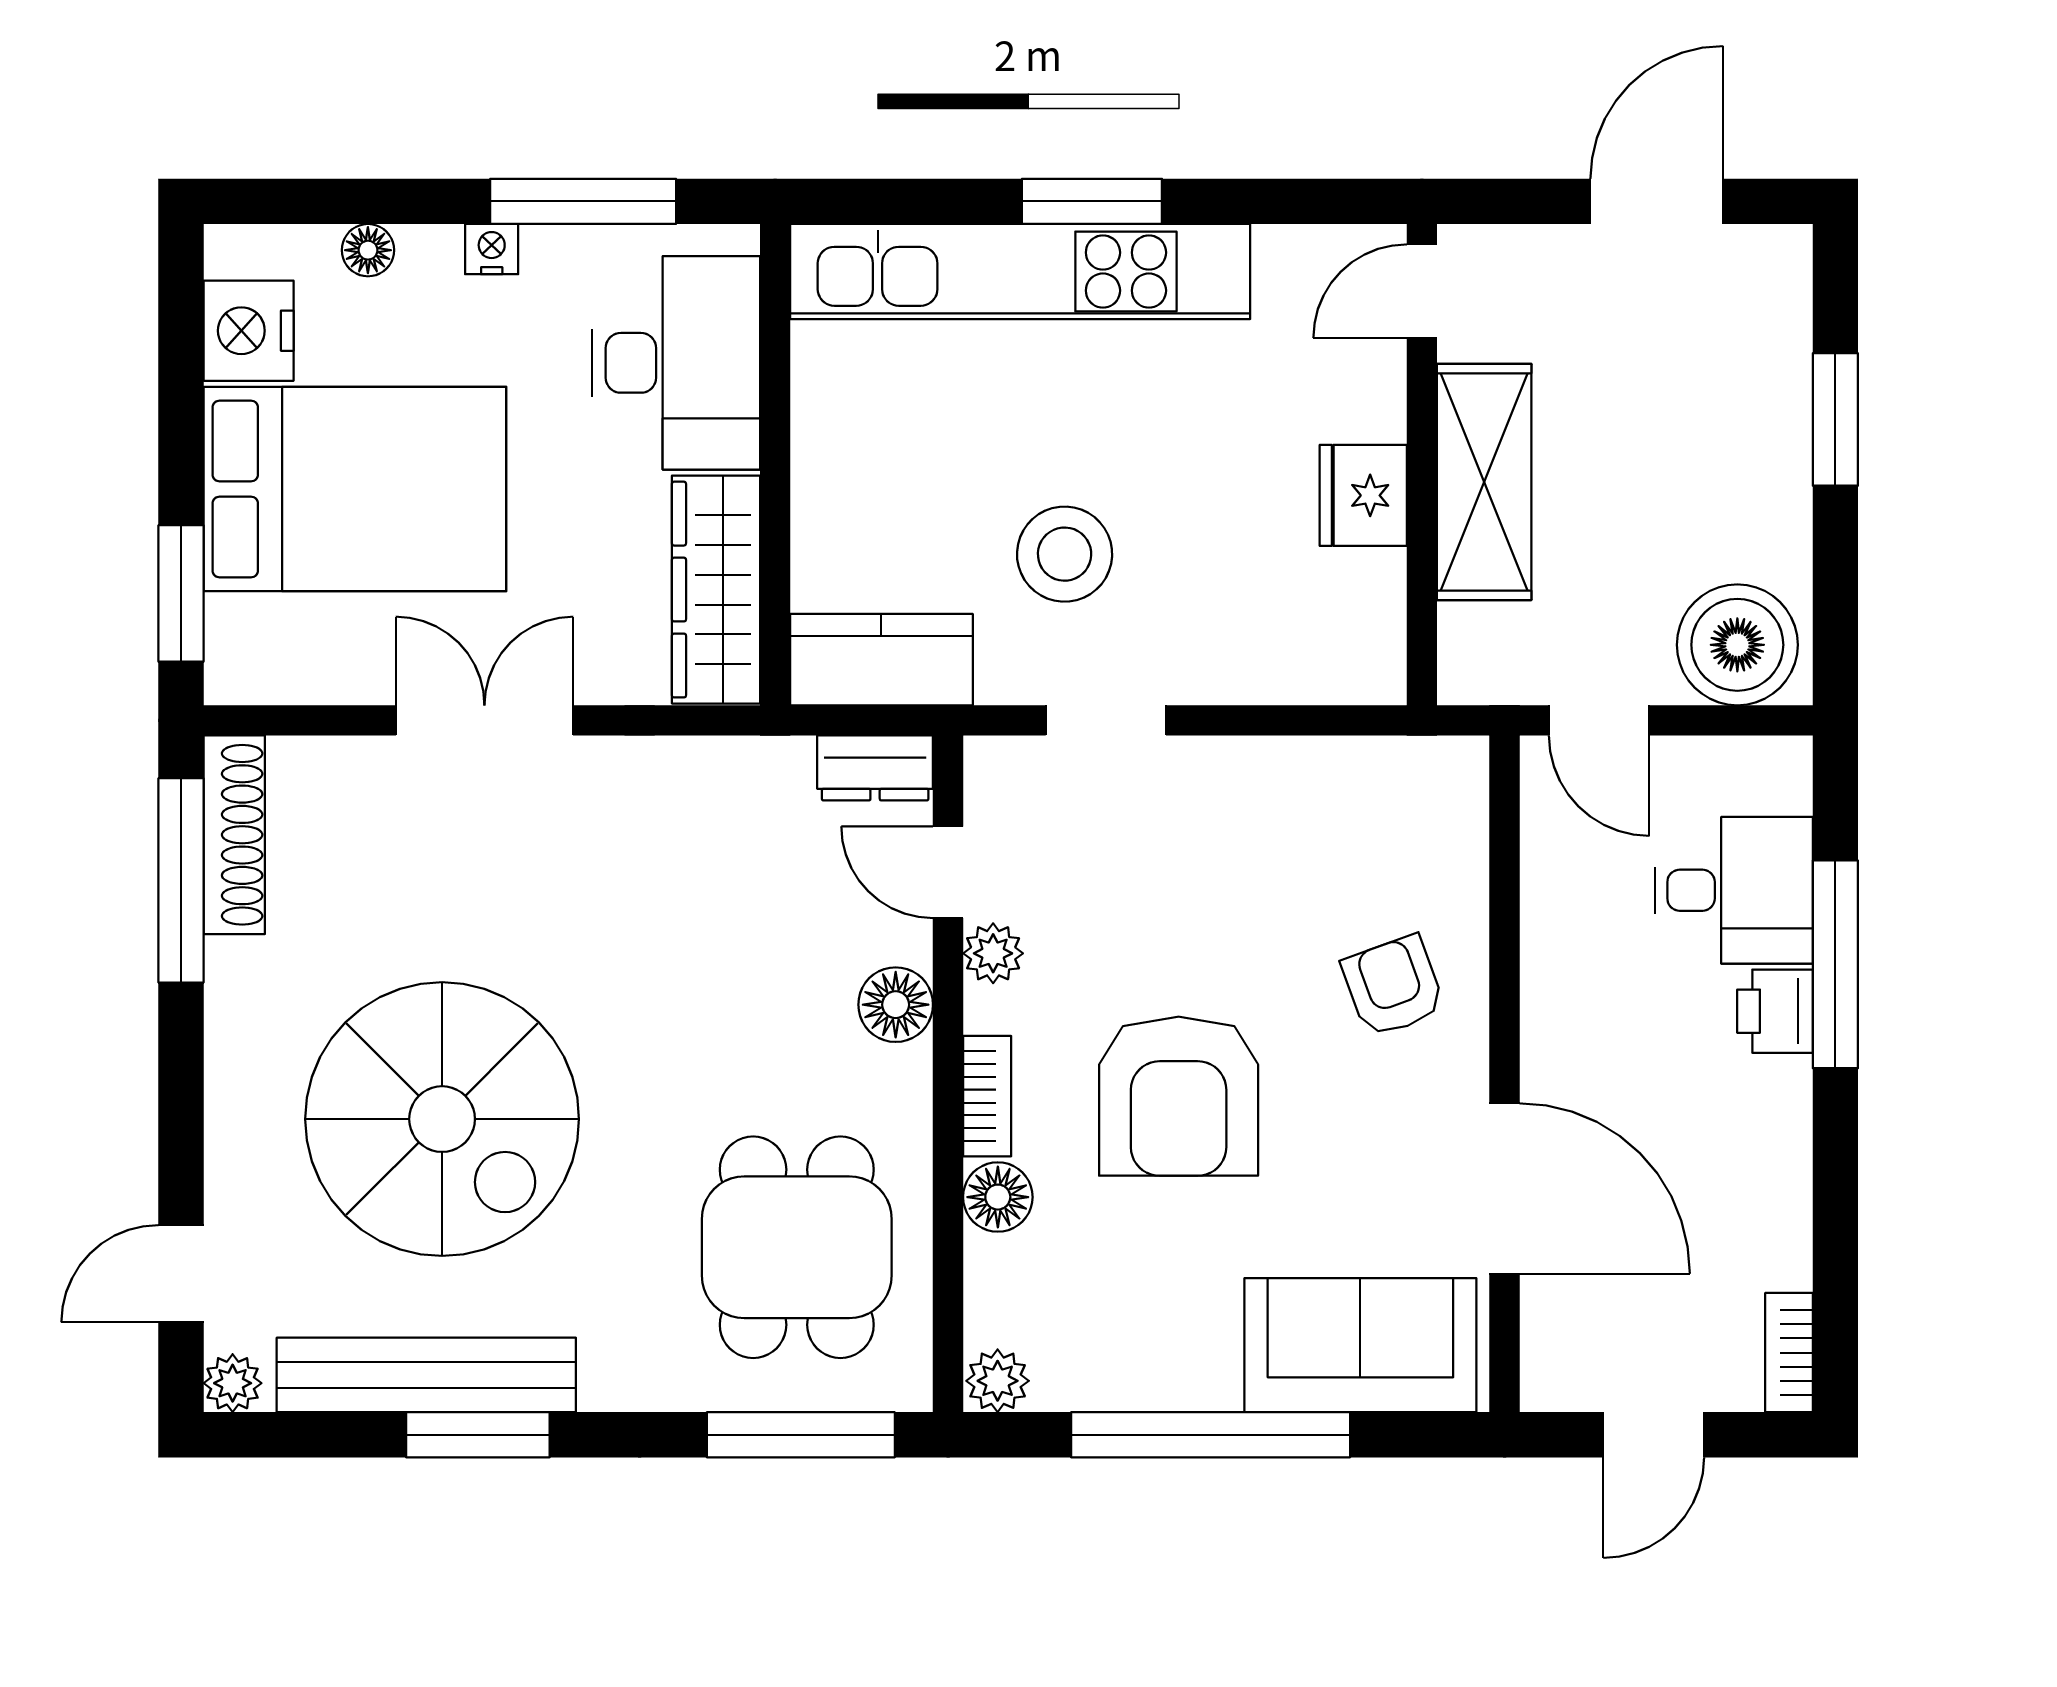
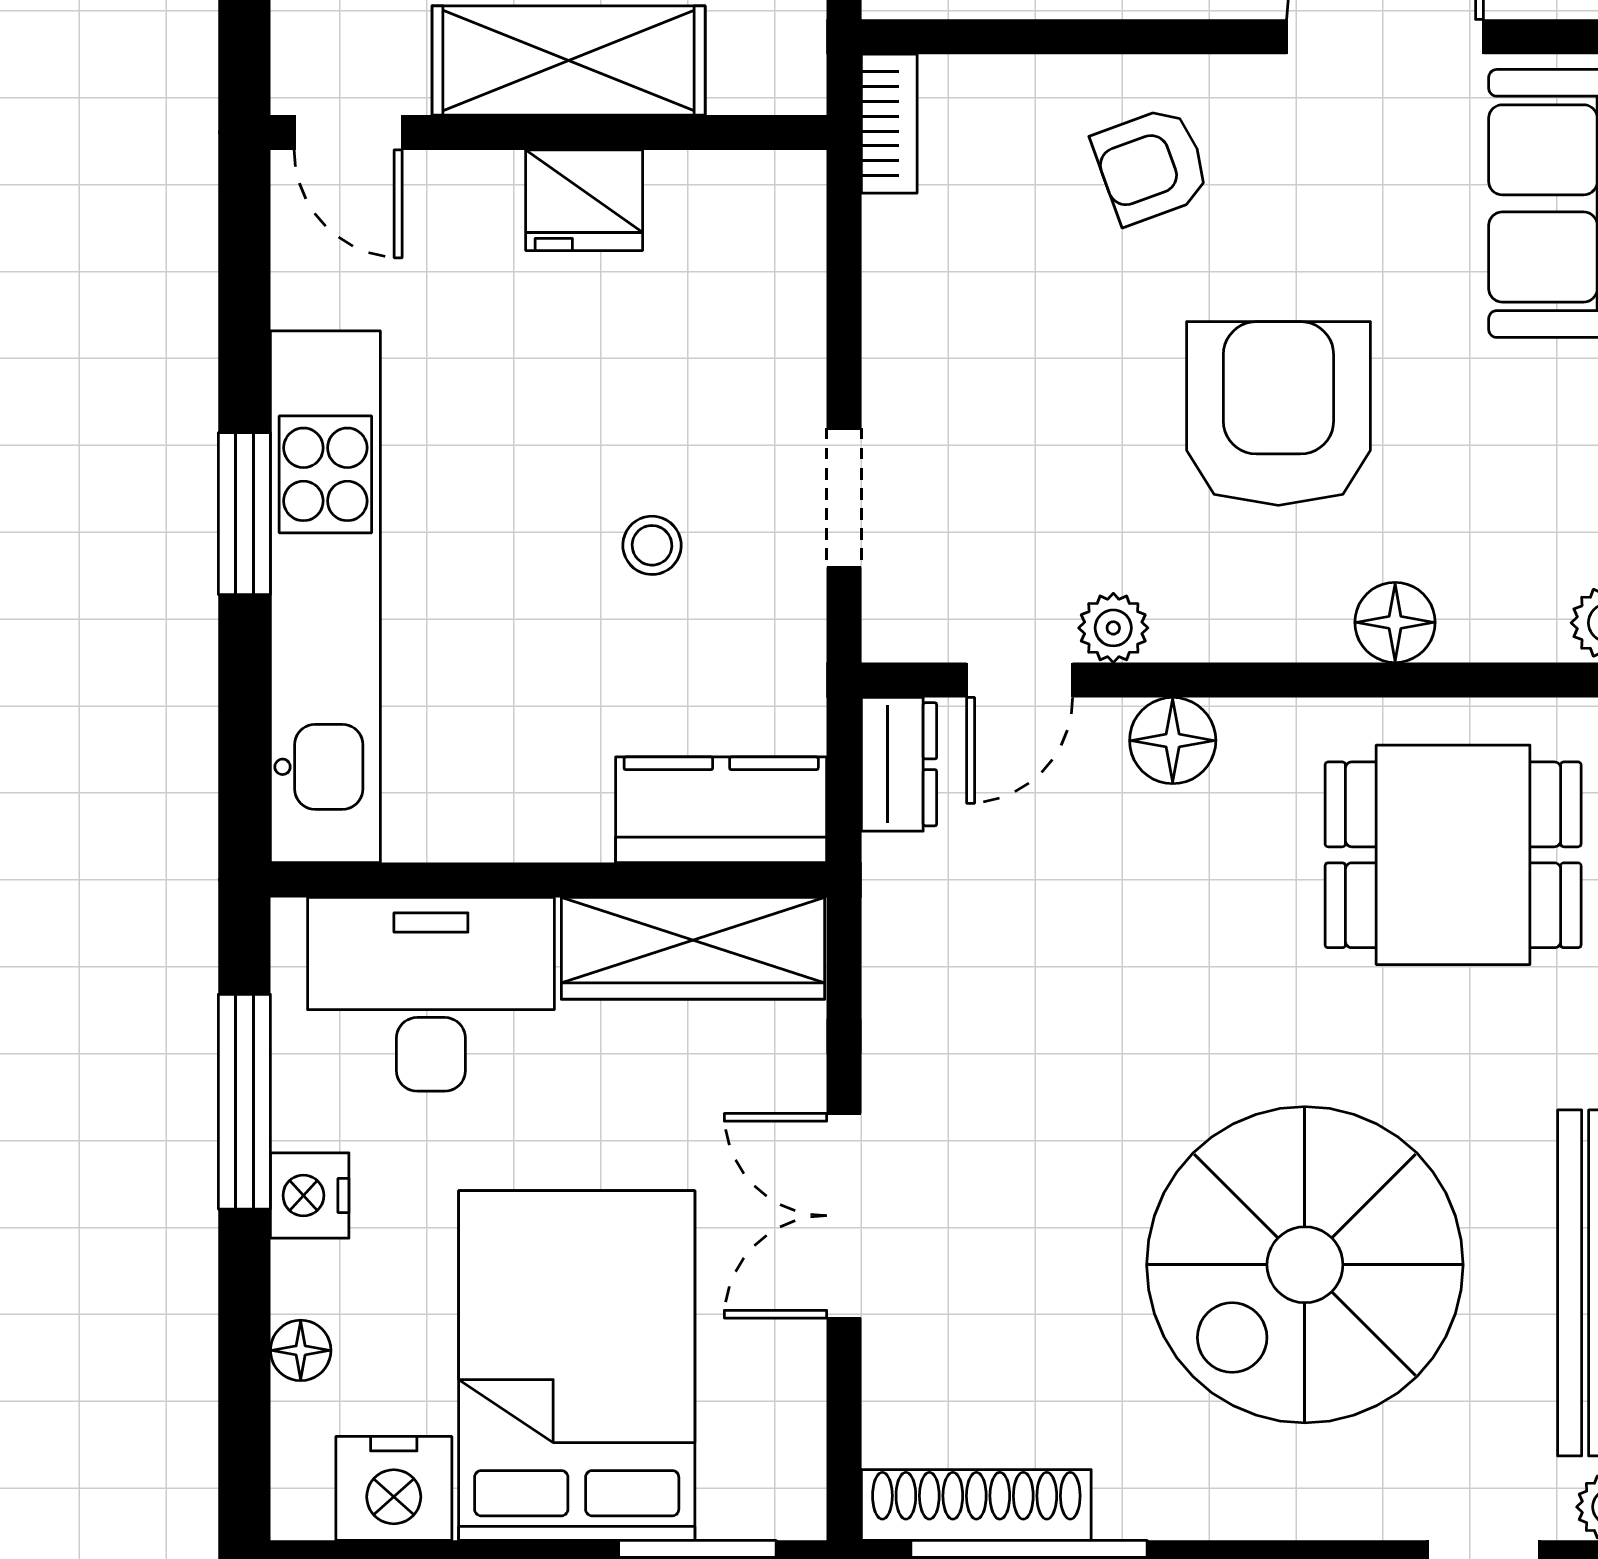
nightstand: (492, 249) -> (310, 1195), width x1.39, depth x1.35
stool: (1065, 554) -> (652, 545), width x0.53, depth x0.53
kitchen counter: (881, 660) -> (721, 810), moved, turned 90
bookcase: (987, 1096) -> (889, 124), moved, turned 90
armchair: (1179, 1096) -> (1278, 414), turned -90
spiral stairs: (442, 1119) -> (1305, 1265), turned 180

